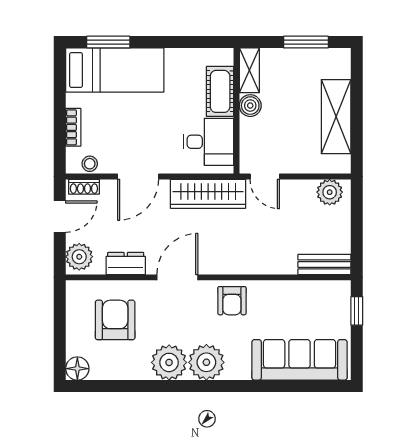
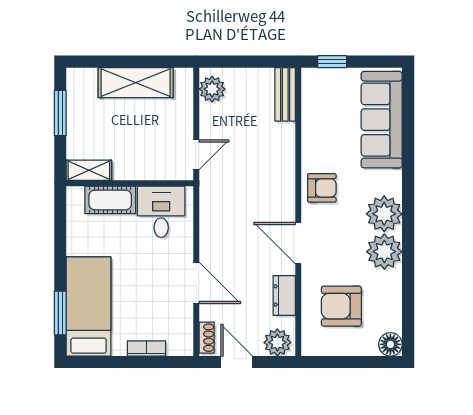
boiler: (250, 106) -> (124, 169), removed
stool: (90, 164) -> (183, 332), removed
wardrobe: (208, 194) -> (214, 212), removed

